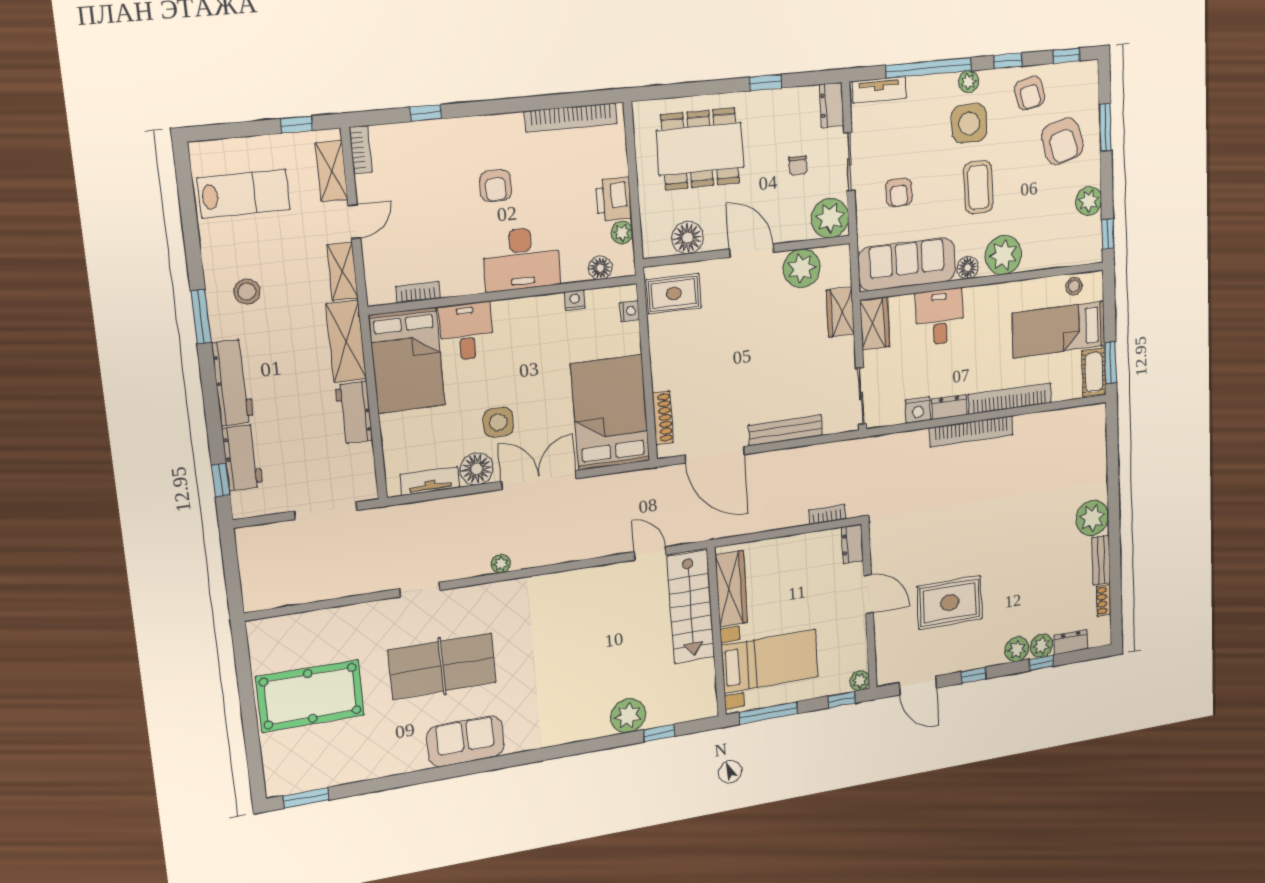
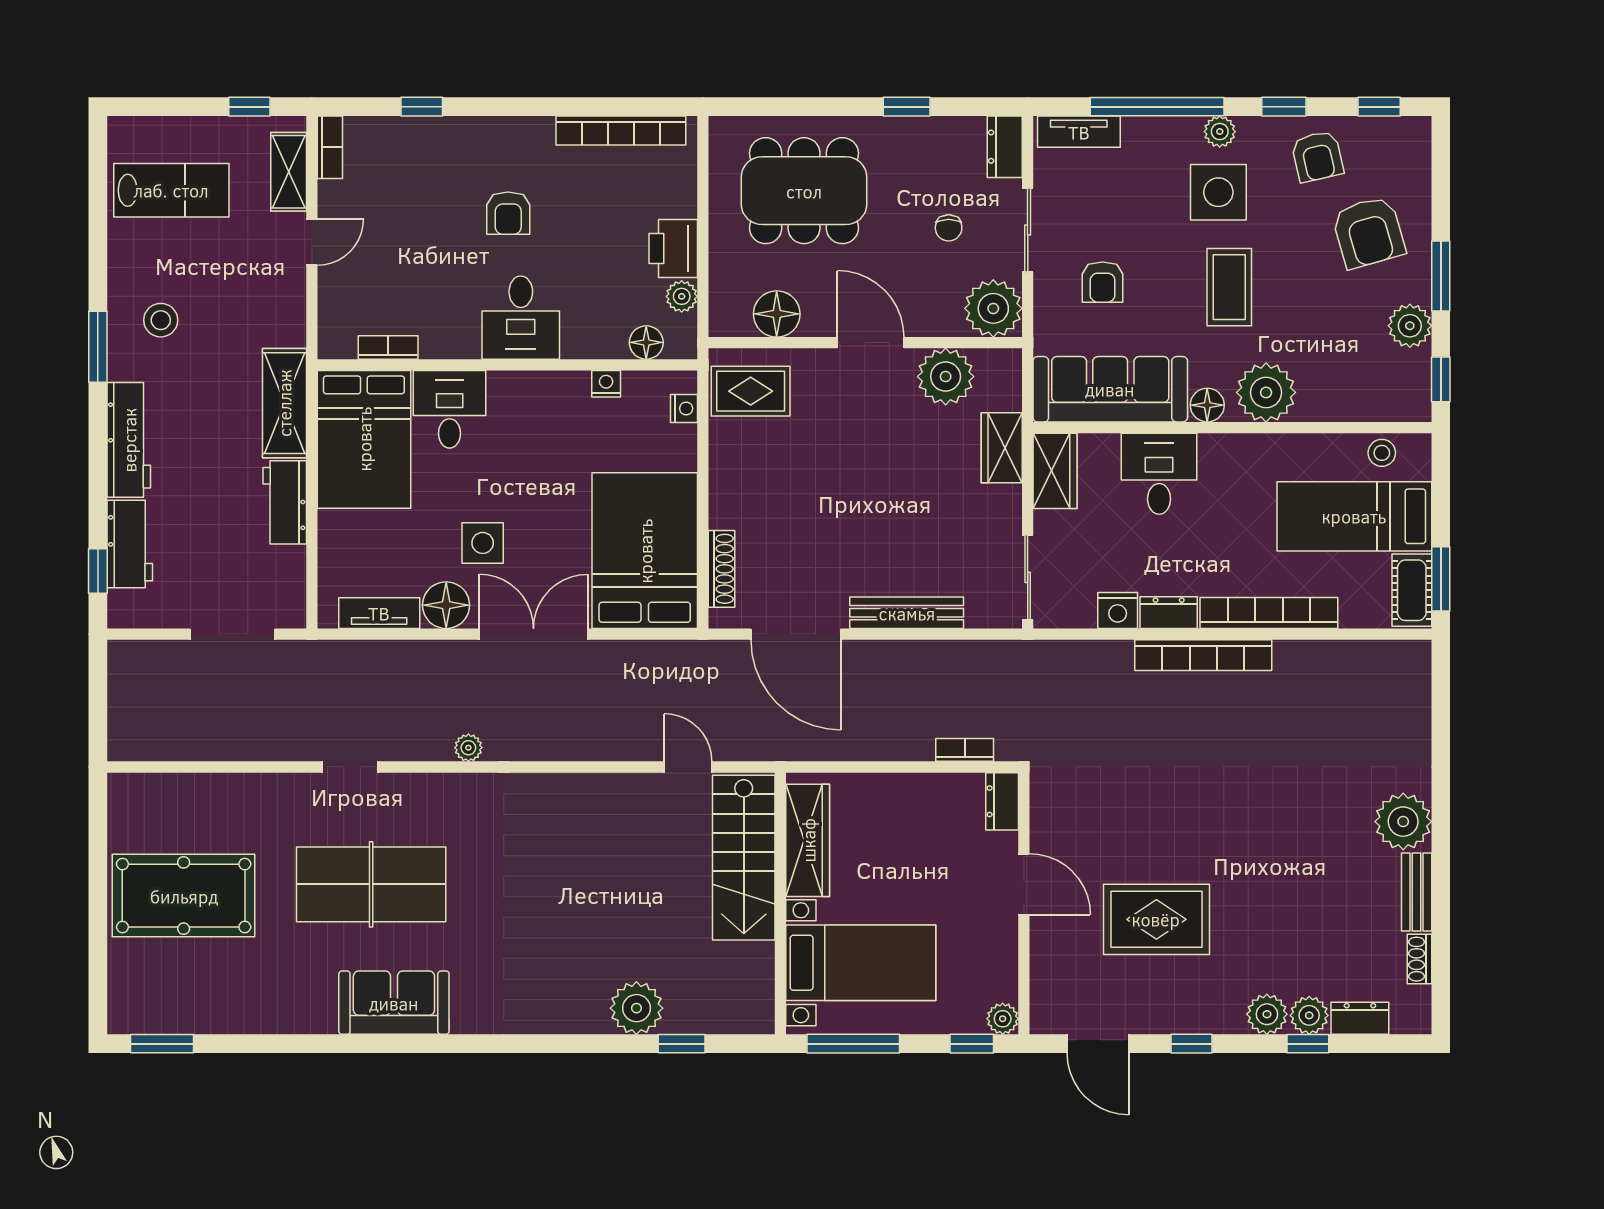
window: (1105, 127) -> (1441, 276), moved
desk: (521, 259) -> (521, 318), width x0.73
shelving: (342, 271) -> (289, 307), removed

